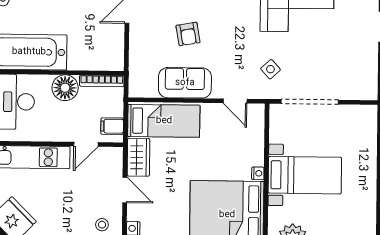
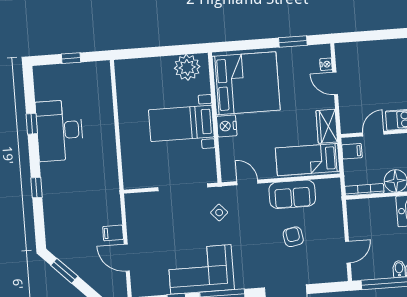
nightstand: (258, 173) -> (227, 126), width x1.89, depth x1.79
door: (125, 190) -> (335, 83), moved
stool: (102, 225) -> (353, 65), removed

